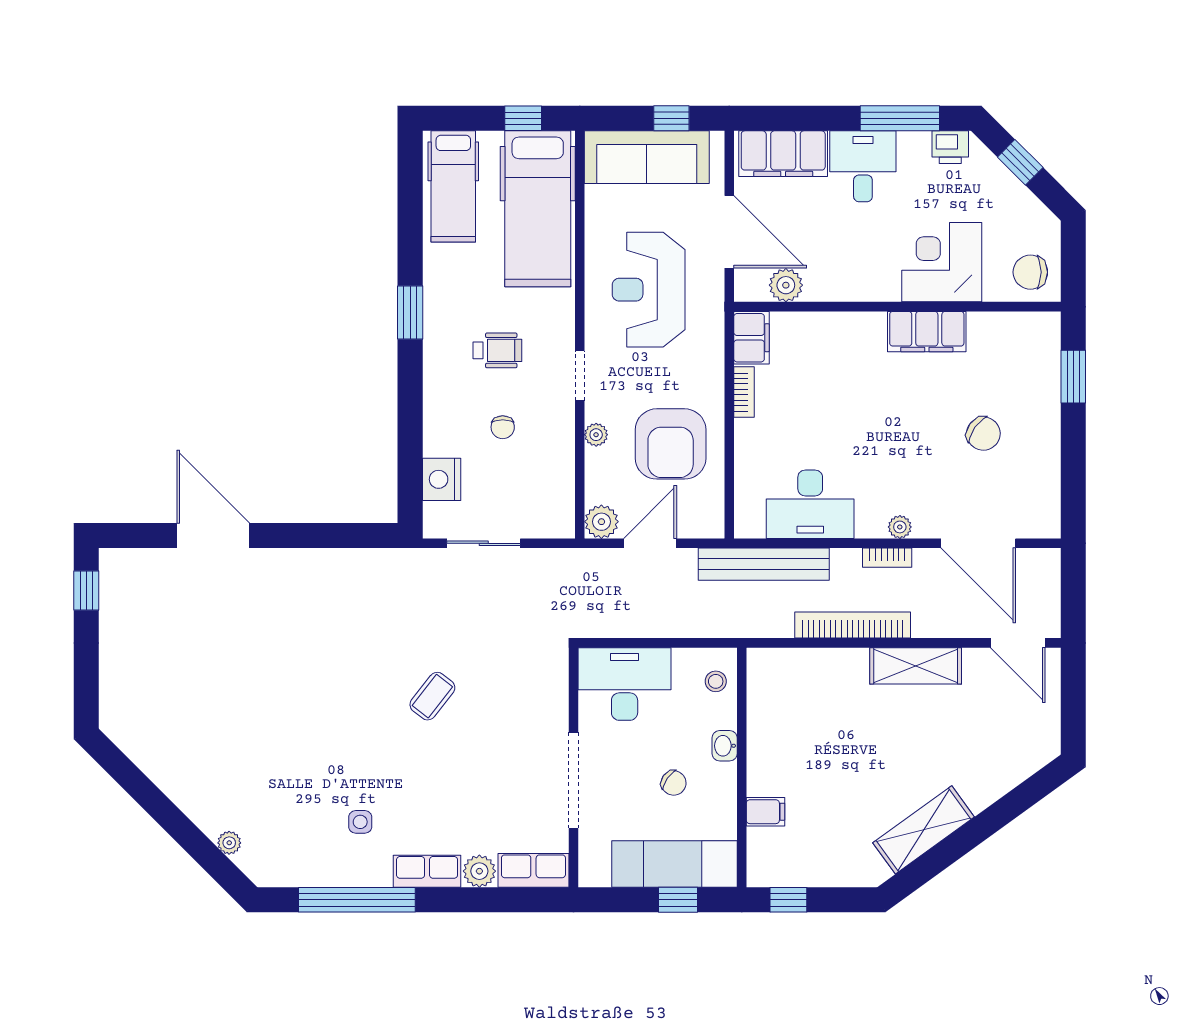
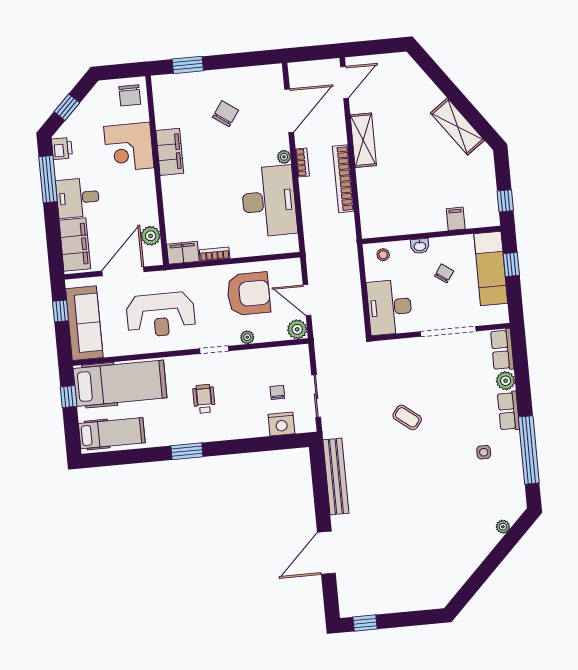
chair: (503, 427) -> (277, 392), moved, turned -90
desk: (810, 504) -> (269, 201), width x1.36, depth x1.30
bench: (764, 564) -> (336, 476), moved

